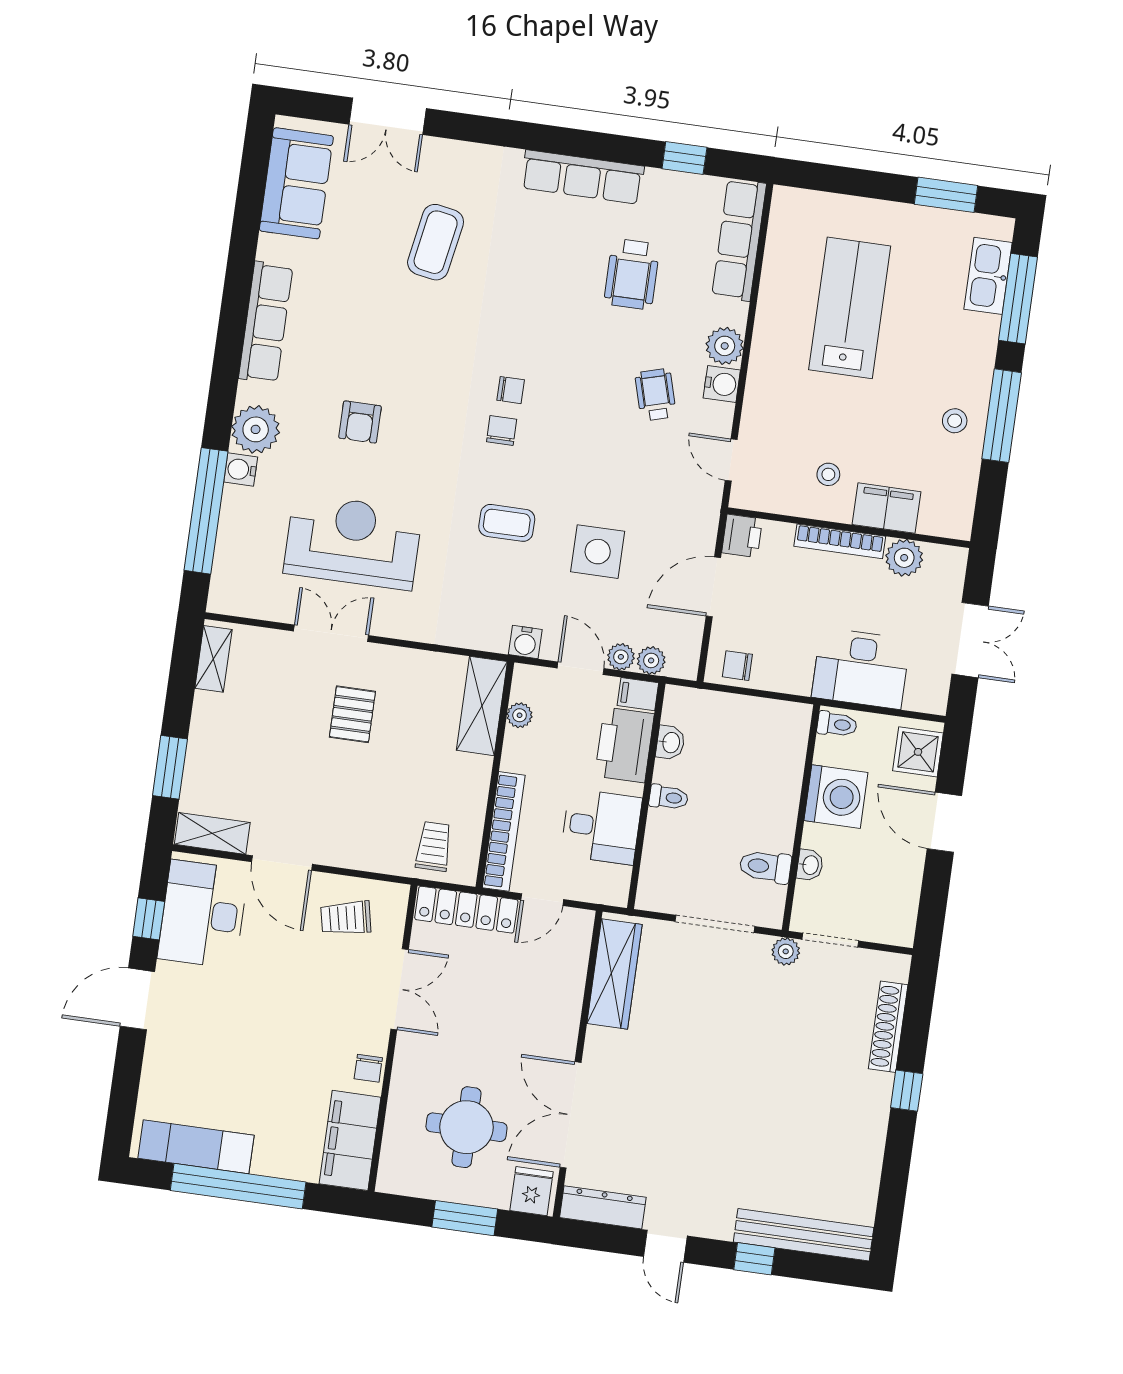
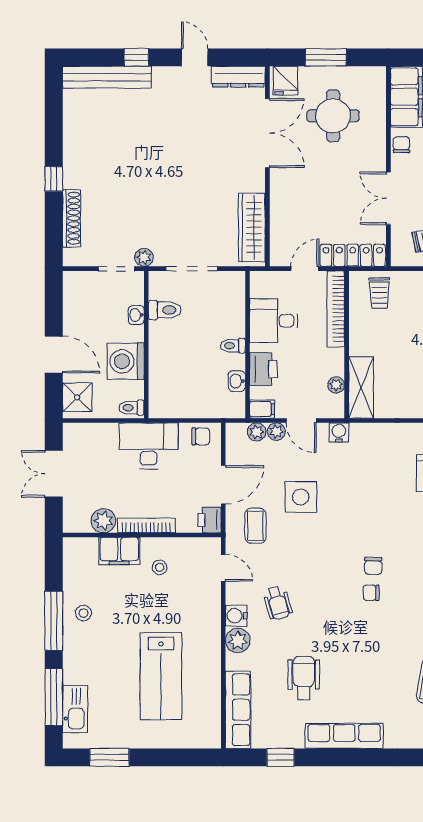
coffee table: (507, 523) -> (255, 526), moved, turned 90
desk: (861, 668) -> (149, 446), moved
printer: (625, 745) -> (263, 369), width x0.73, depth x0.84

